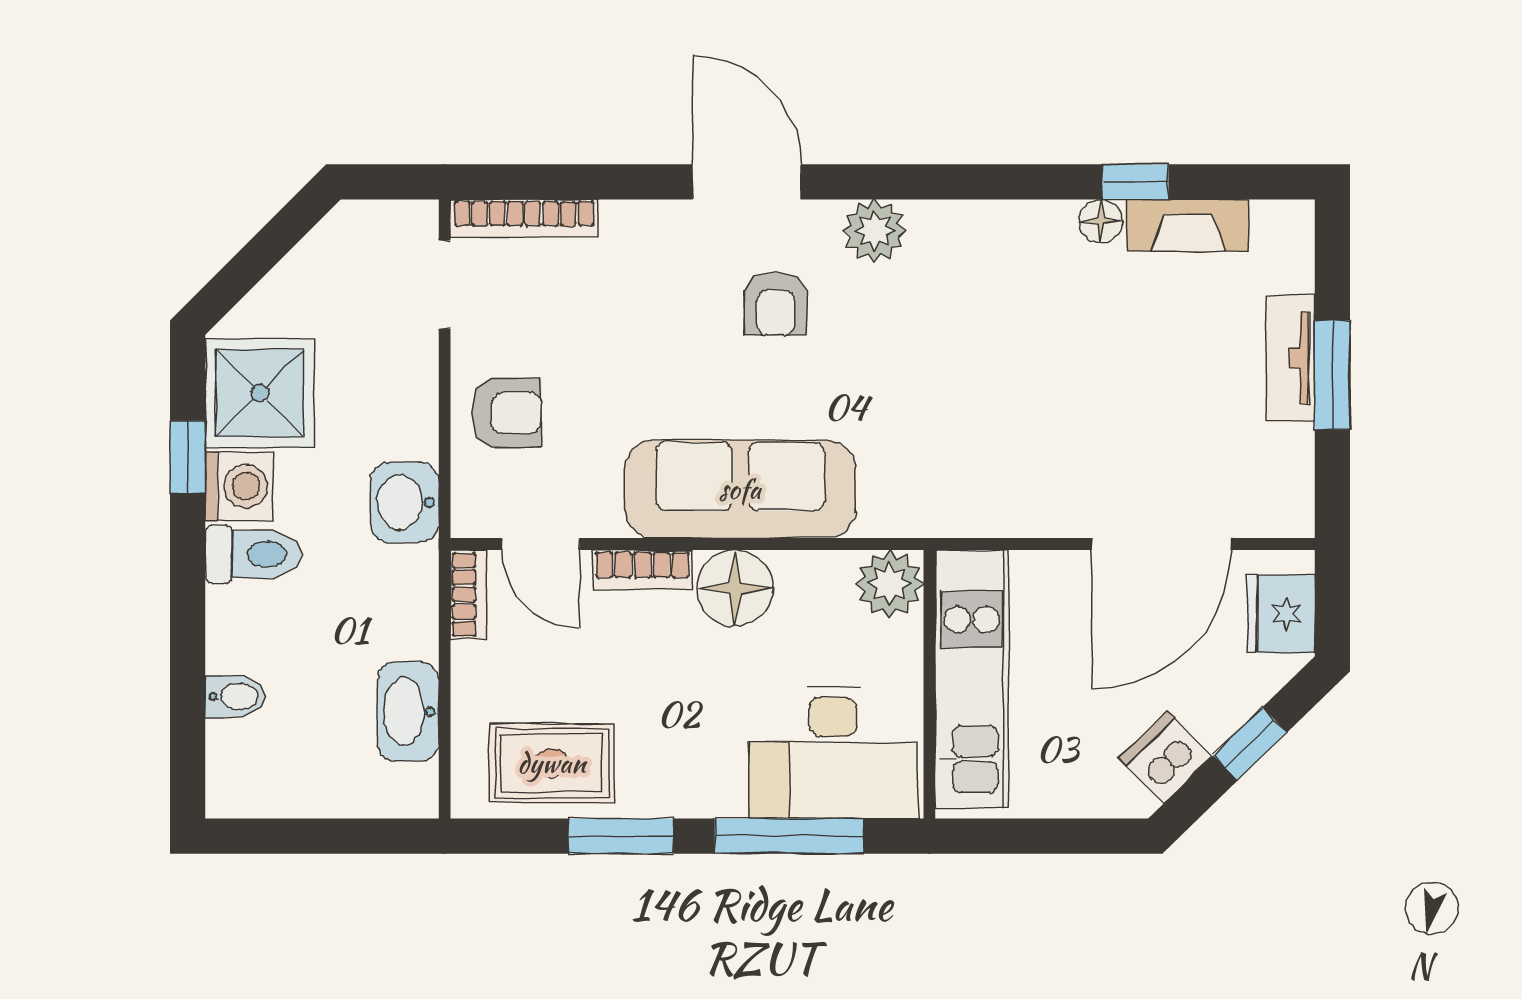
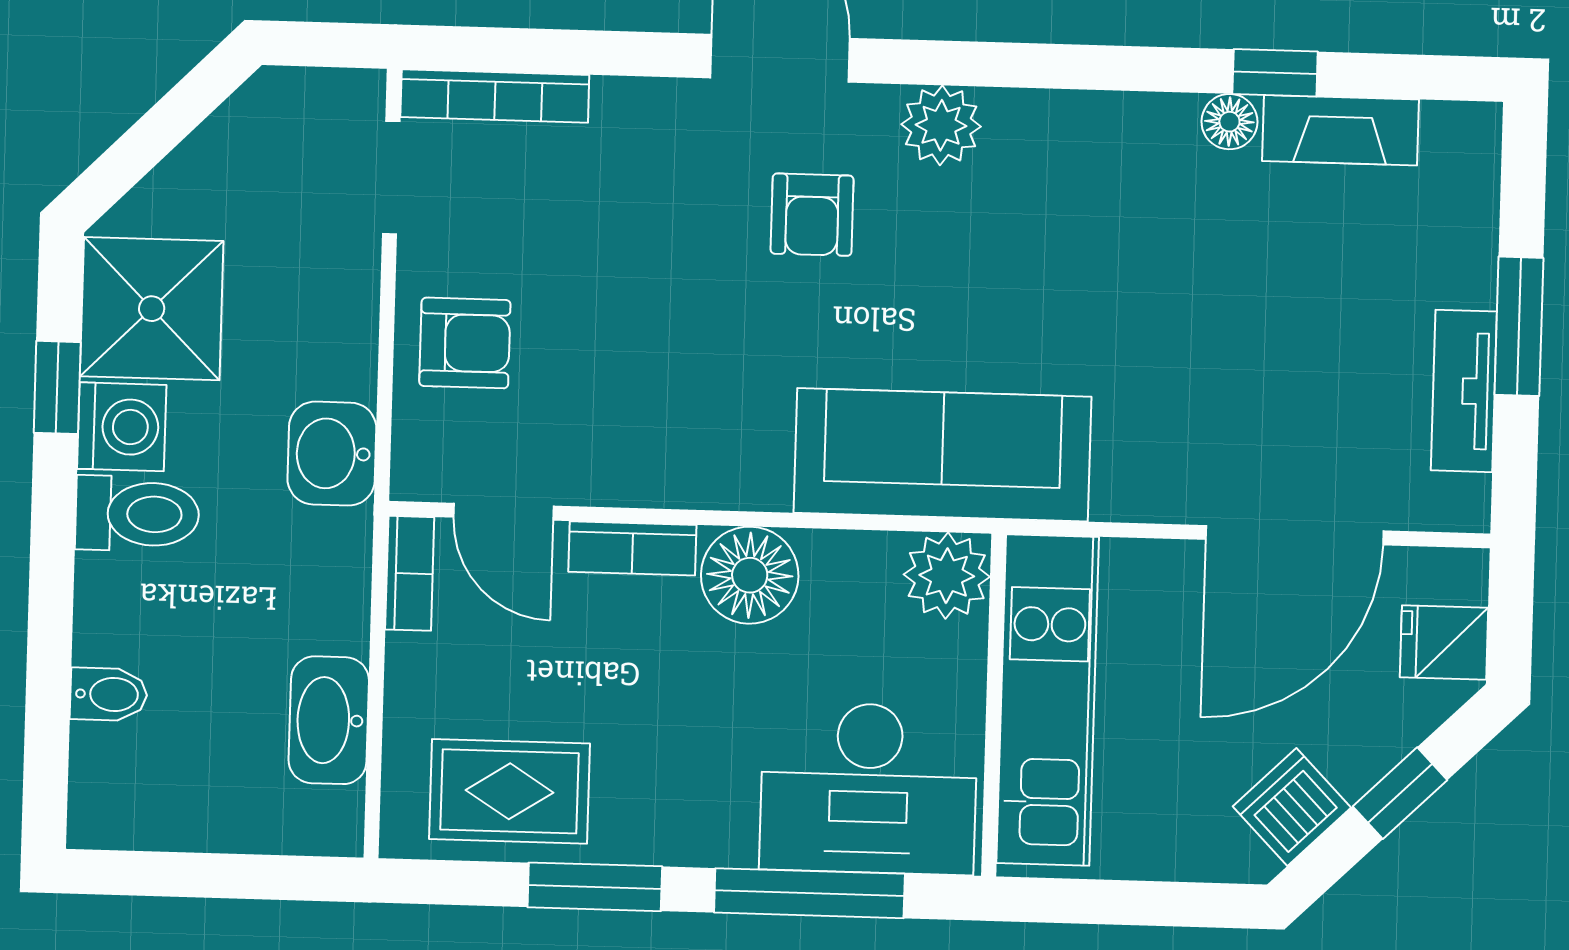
tv unit: (1291, 358) -> (1464, 391), moved
sofa: (740, 489) -> (943, 455), moved
fridge: (1281, 614) -> (1444, 643), width x0.72

